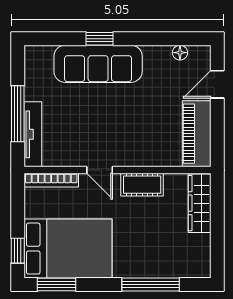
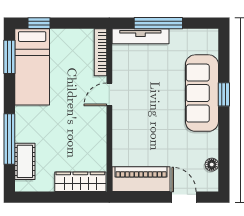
cot: (142, 185) -> (25, 161), moved
bed: (68, 249) -> (32, 67), width x0.67

